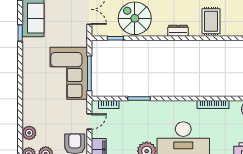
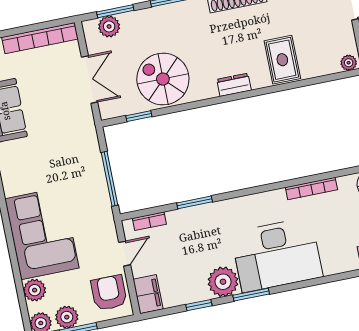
corner sofa: (69, 73) -> (42, 233), moved, turned 180

